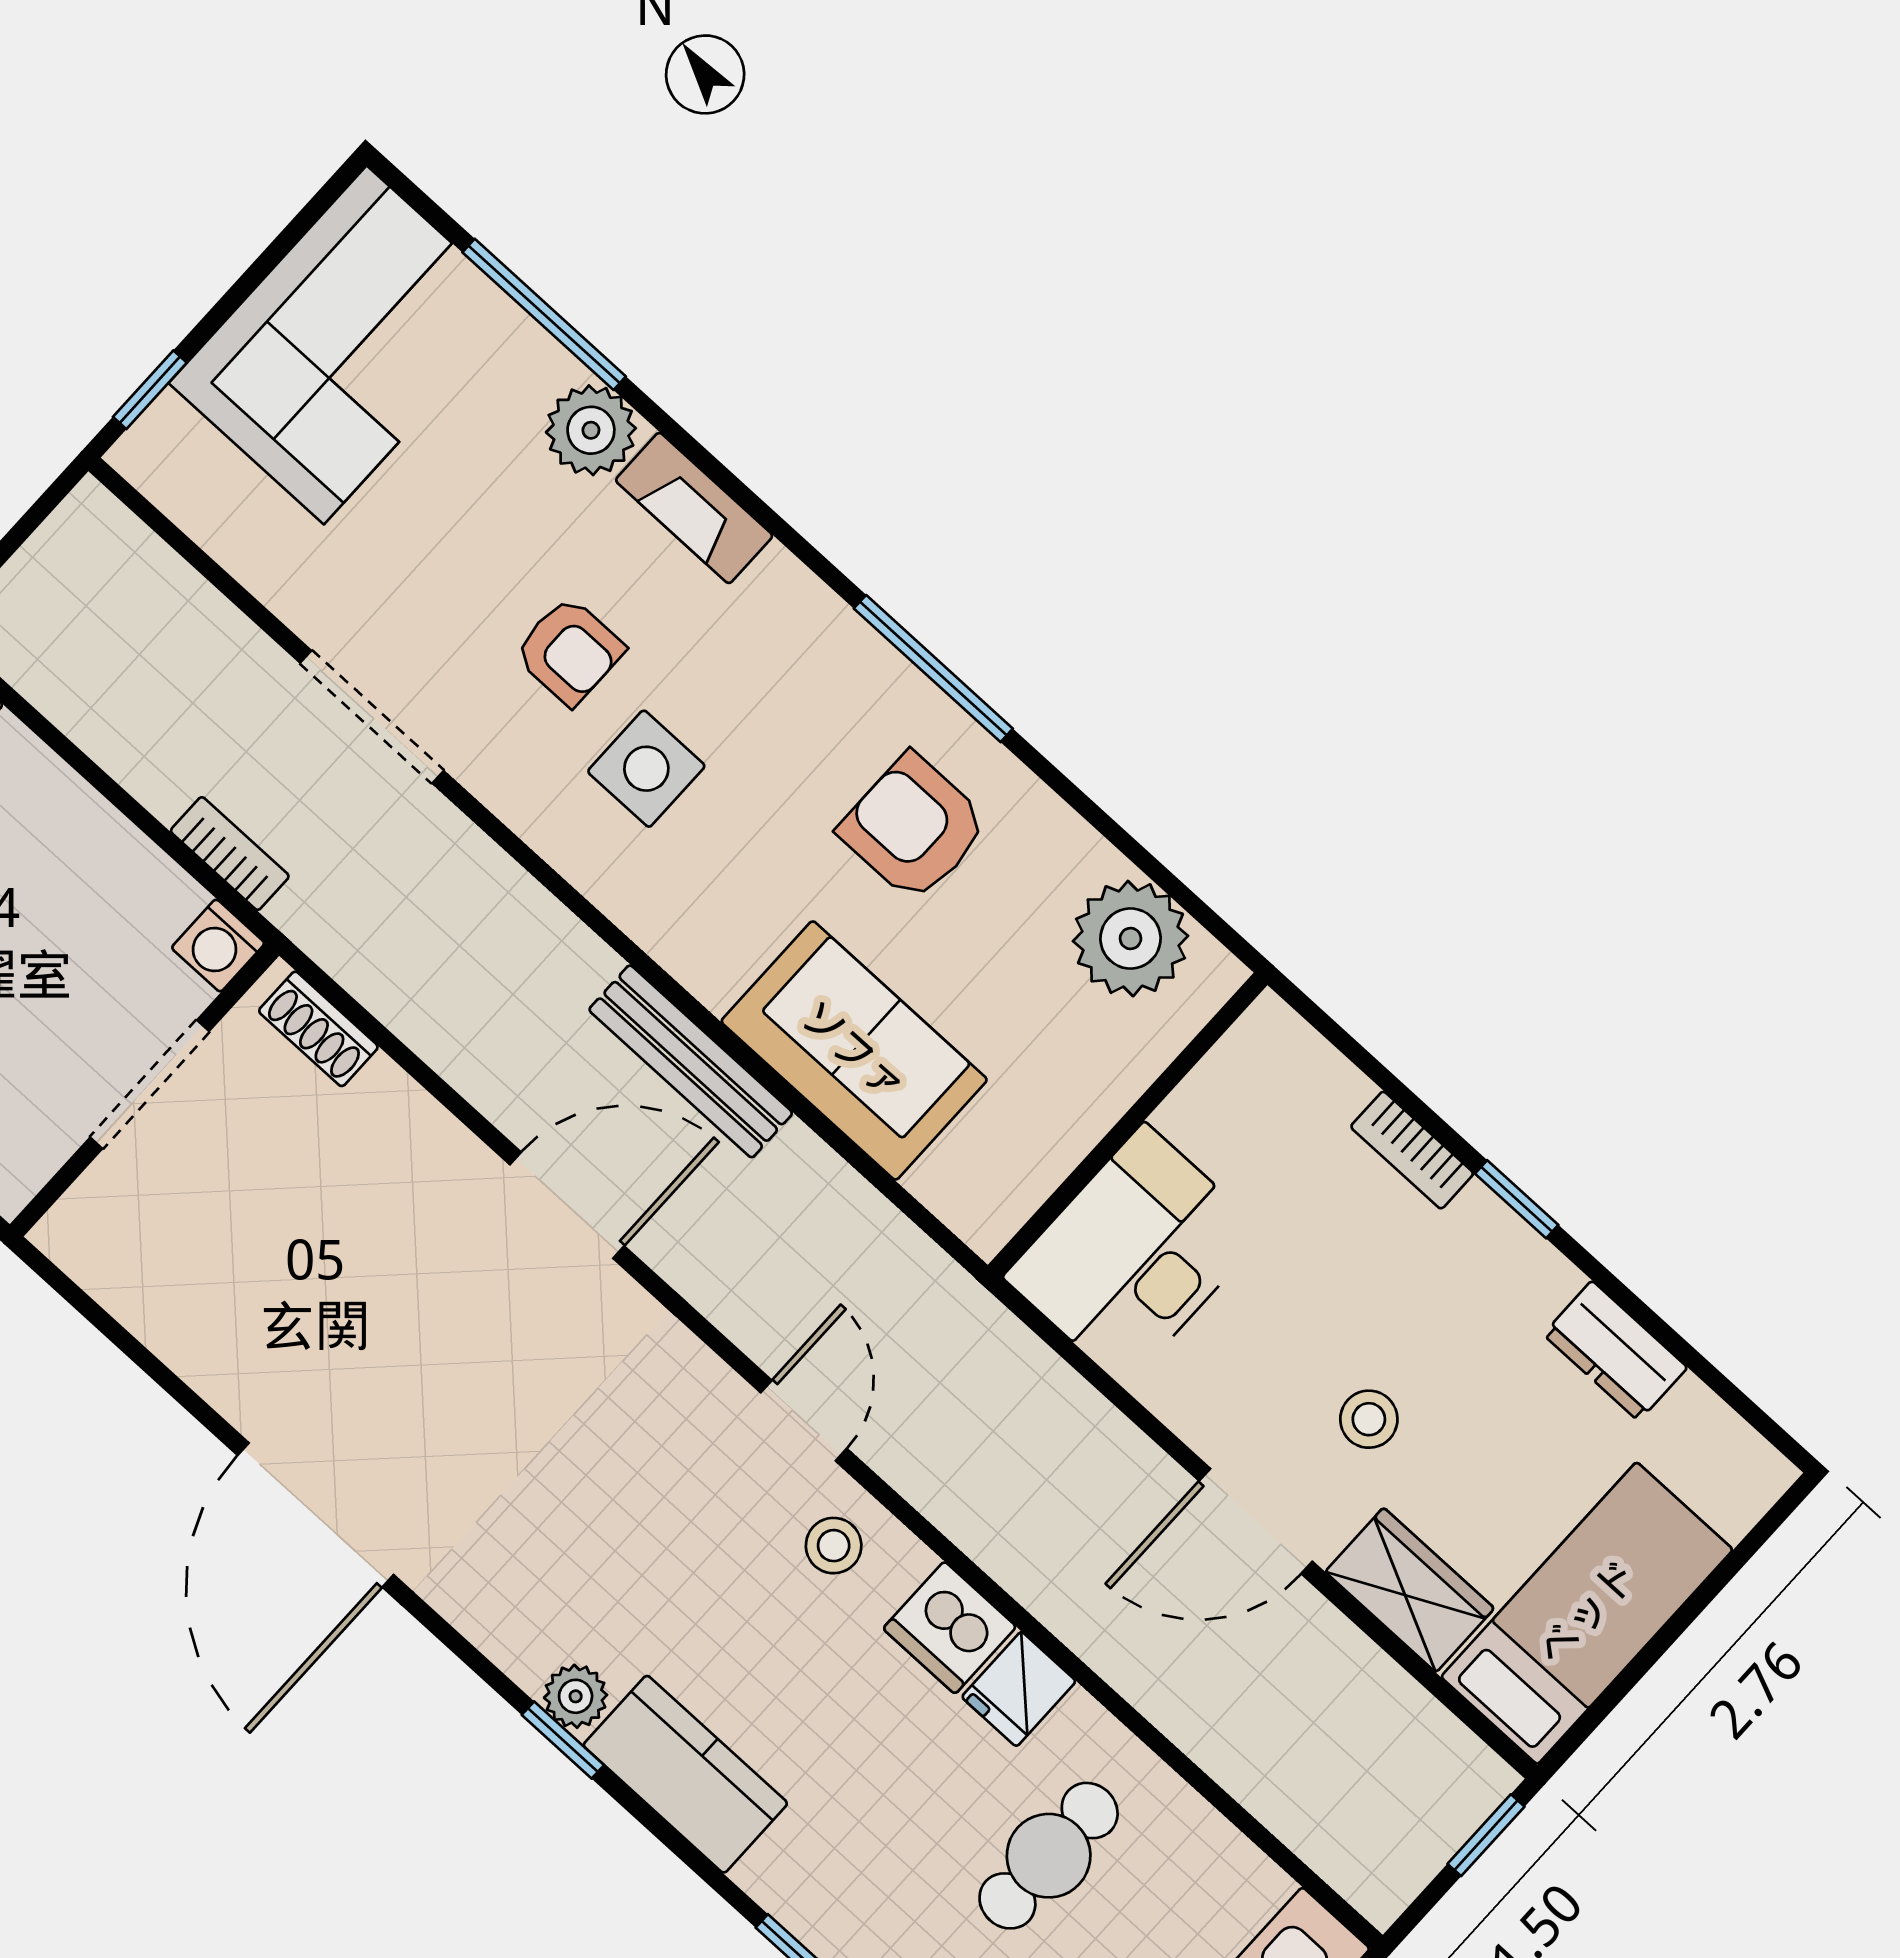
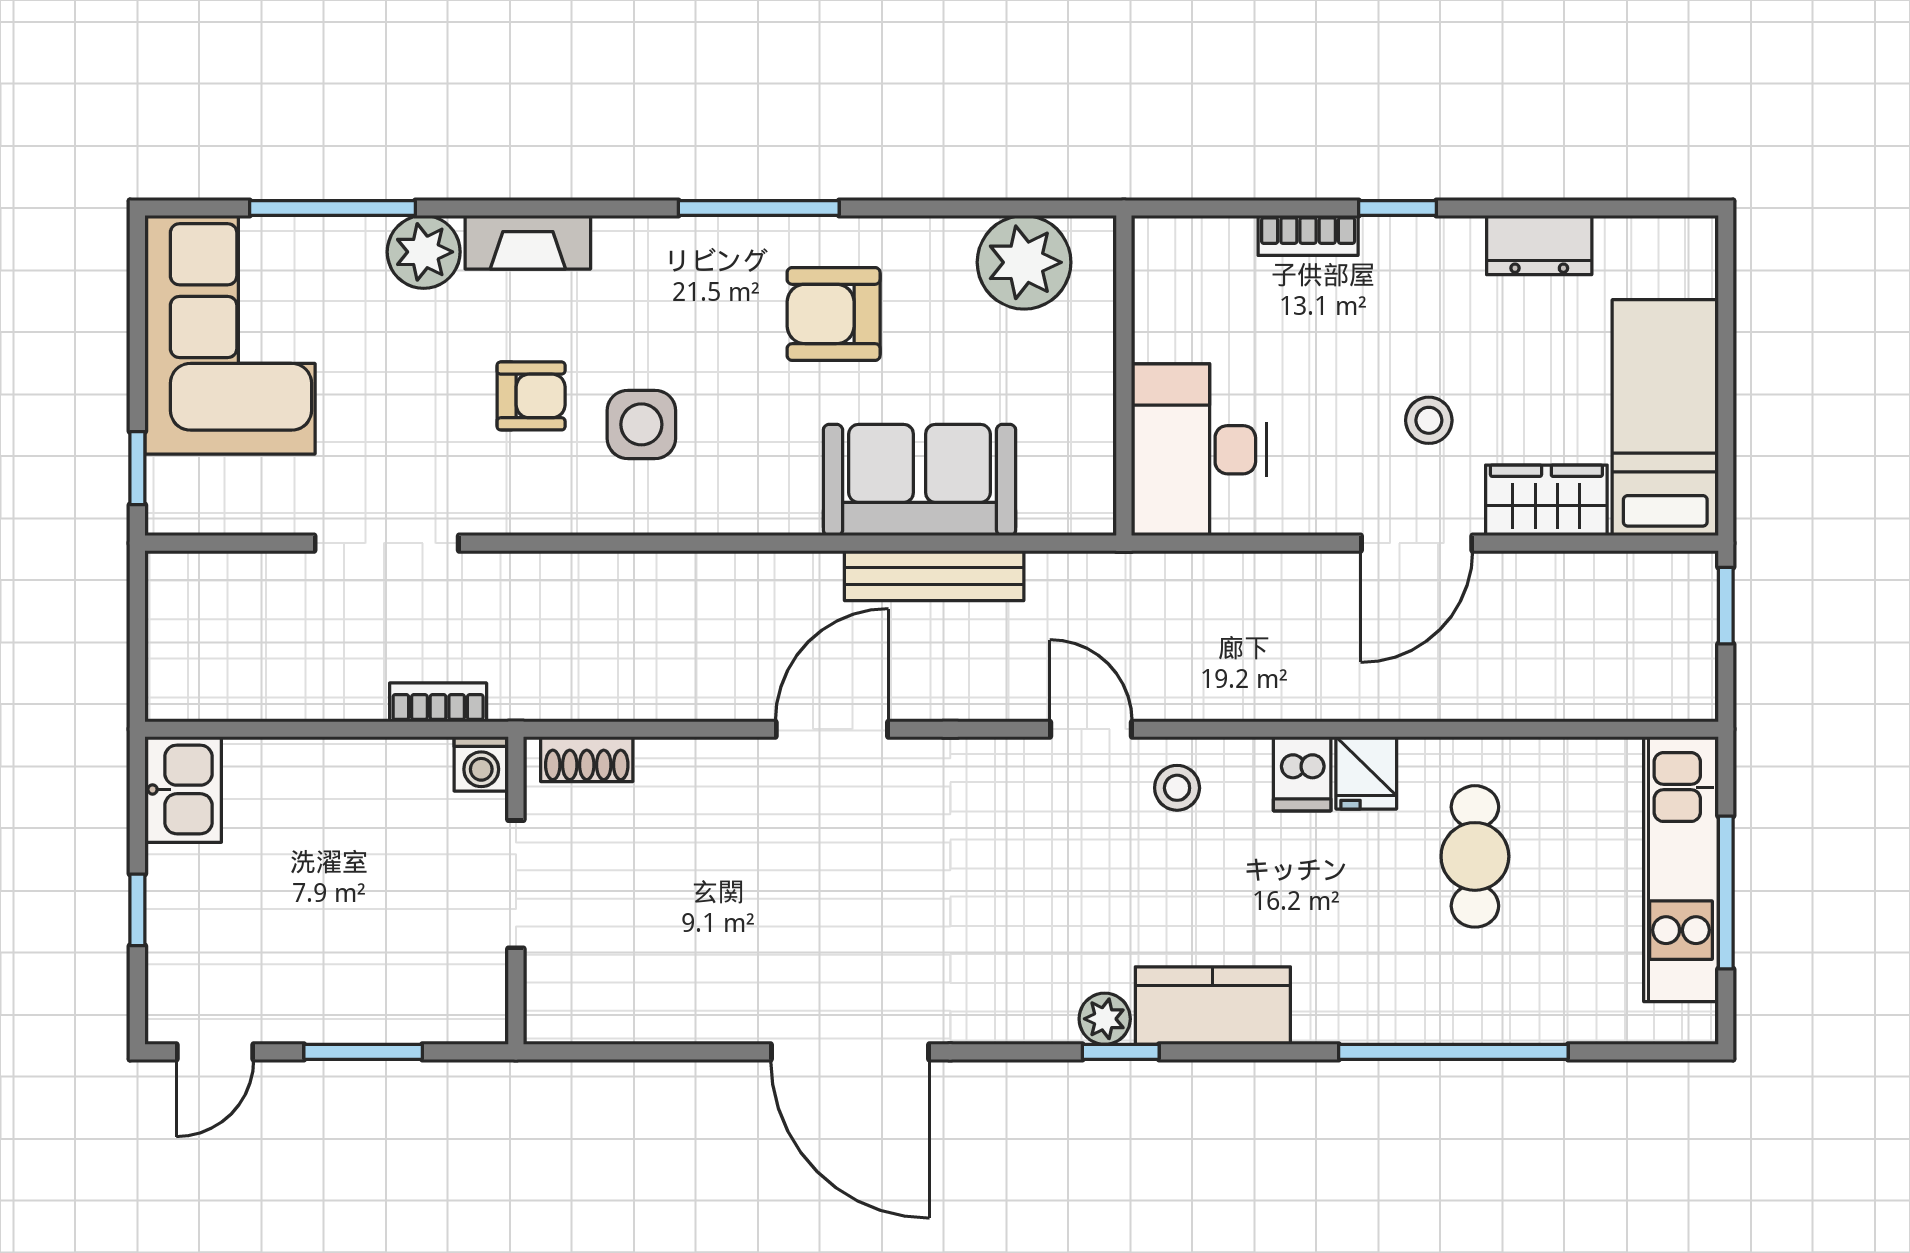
doorway: (372, 717) -> (387, 543), moved
bench: (691, 1061) -> (934, 576), moved
dishwasher: (950, 1628) -> (1302, 774), width x0.73

